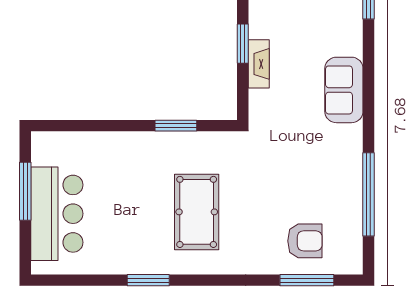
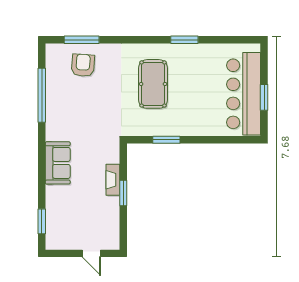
window: (25, 191) -> (264, 97), width x0.69
bar counter: (57, 214) -> (244, 94), width x1.36
armchair: (305, 241) -> (83, 65), turned 94

